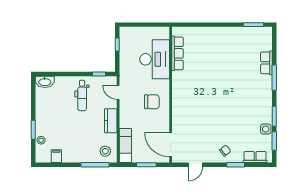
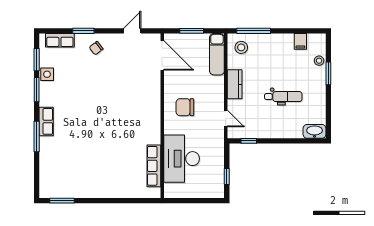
row of seats: (266, 63) -> (46, 121), moved
dental chair: (82, 95) -> (283, 97), moved, turned 90

